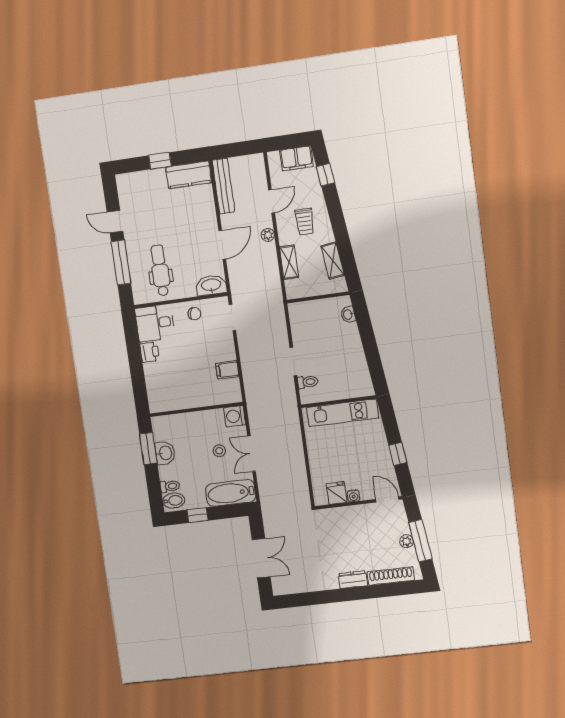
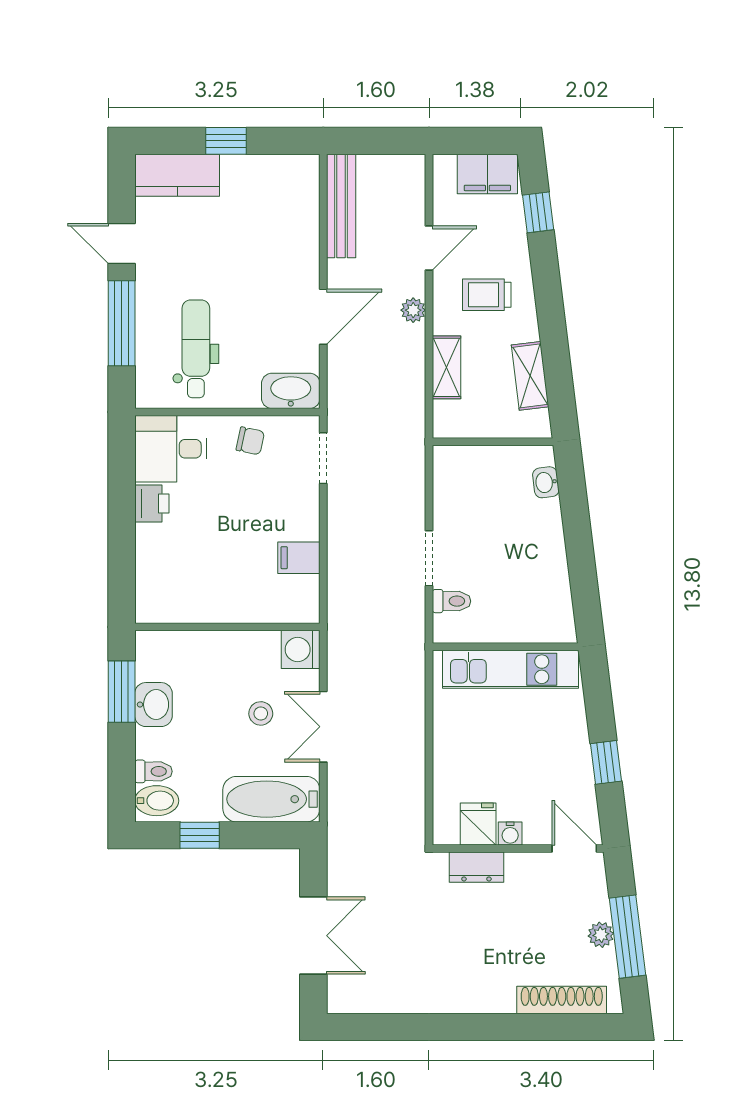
kitchen counter: (189, 175) -> (177, 175), moved
trolley: (305, 222) -> (487, 295), turned 90
dresser: (353, 580) -> (476, 867), moved, turned 180

